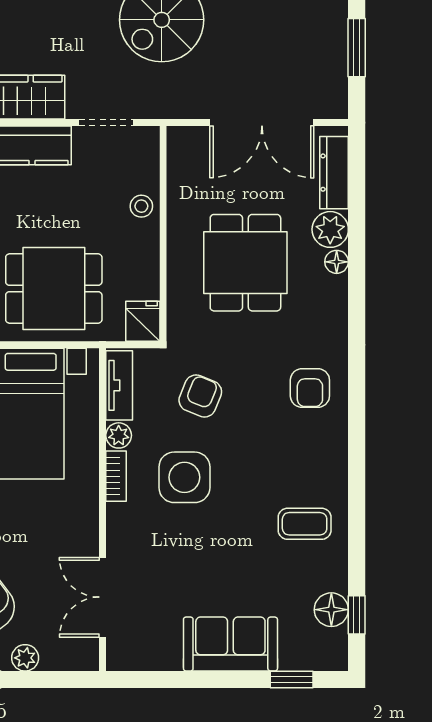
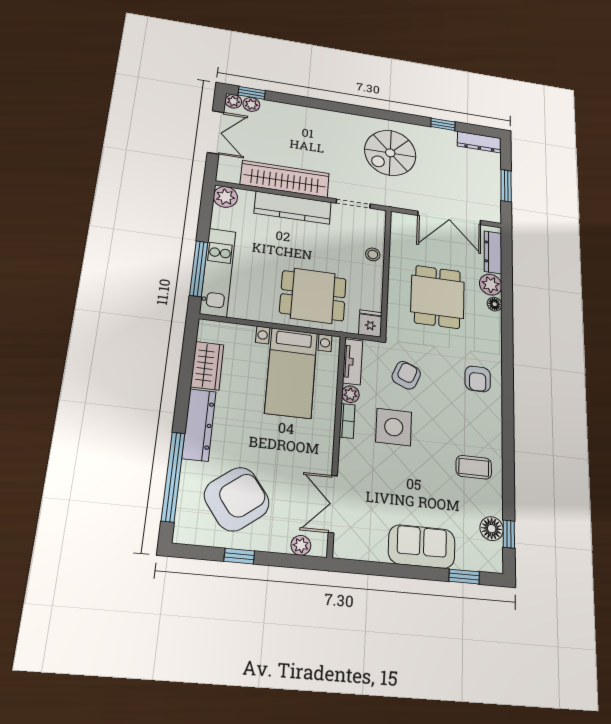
plant: (25, 658) -> (301, 545), moved

